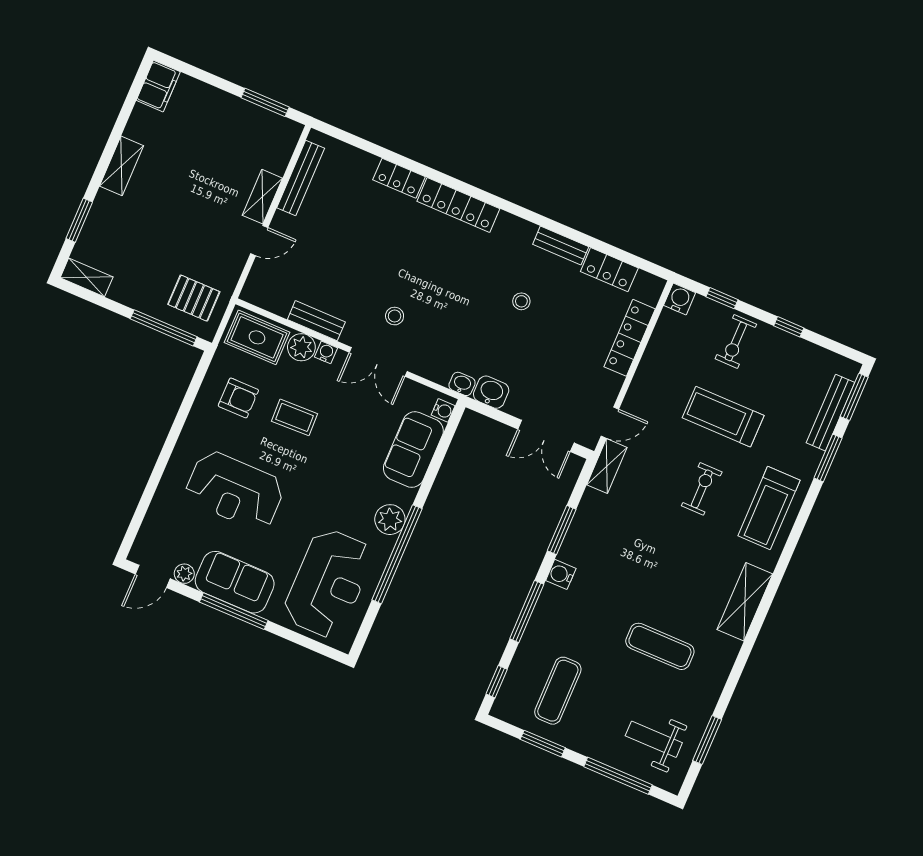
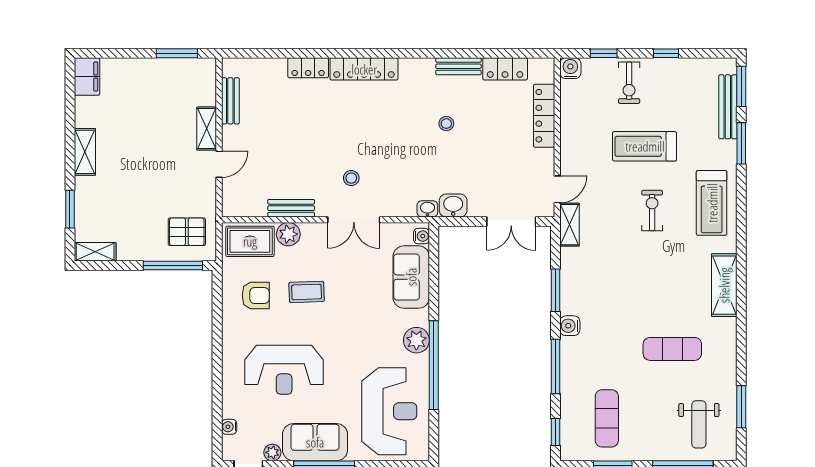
bench: (301, 178) -> (230, 101), width x0.73
water cooler: (326, 352) -> (229, 427), moved, turned -90
weight bench: (654, 739) -> (699, 424), turned -90

